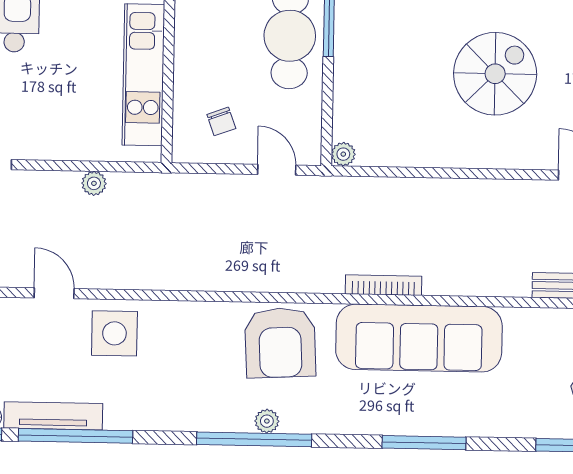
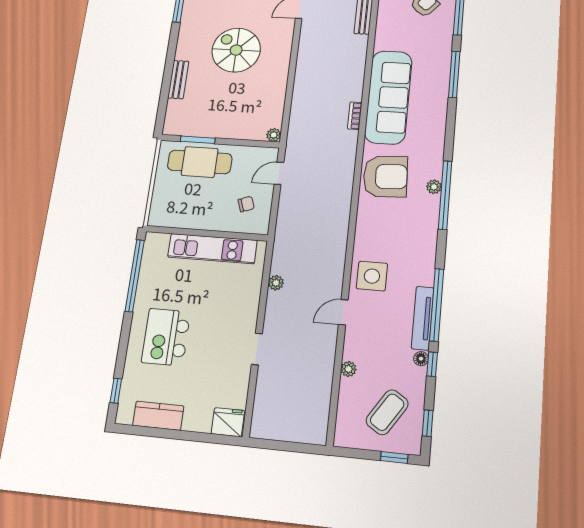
bookcase: (383, 285) -> (355, 116), width x0.64
window: (424, 443) -> (454, 74), moved

